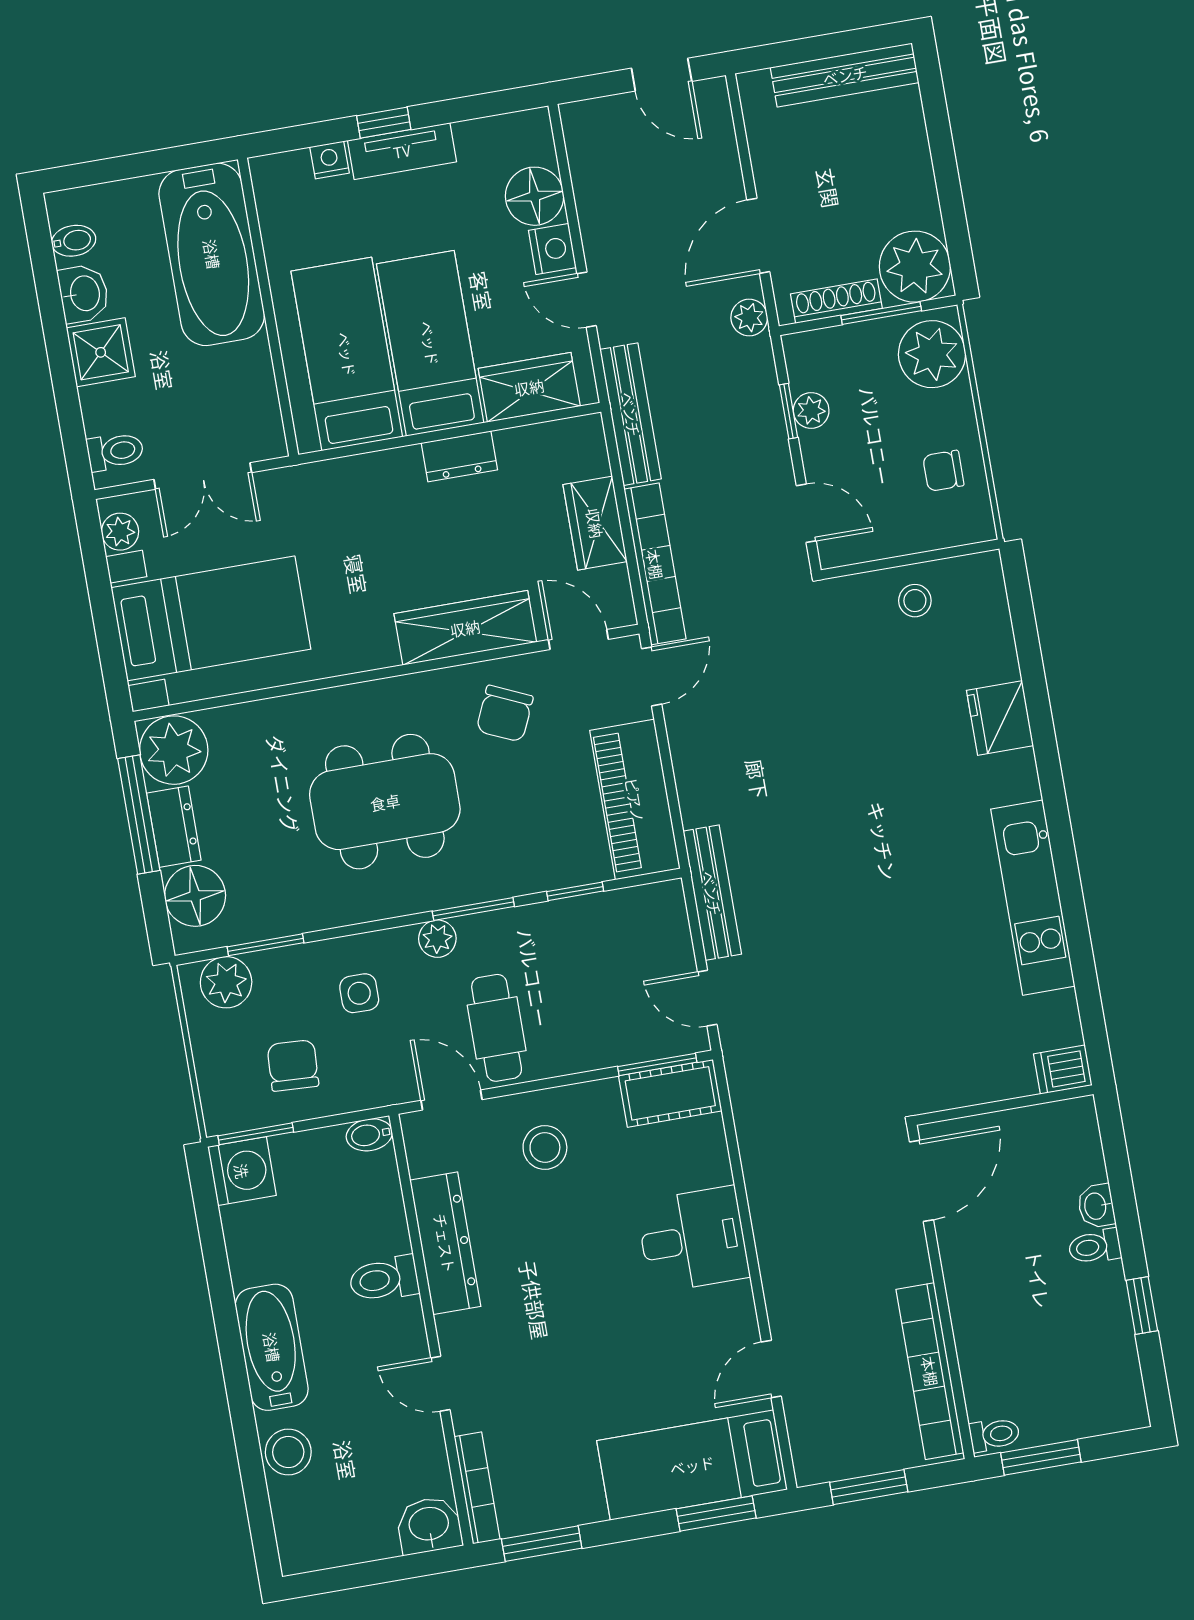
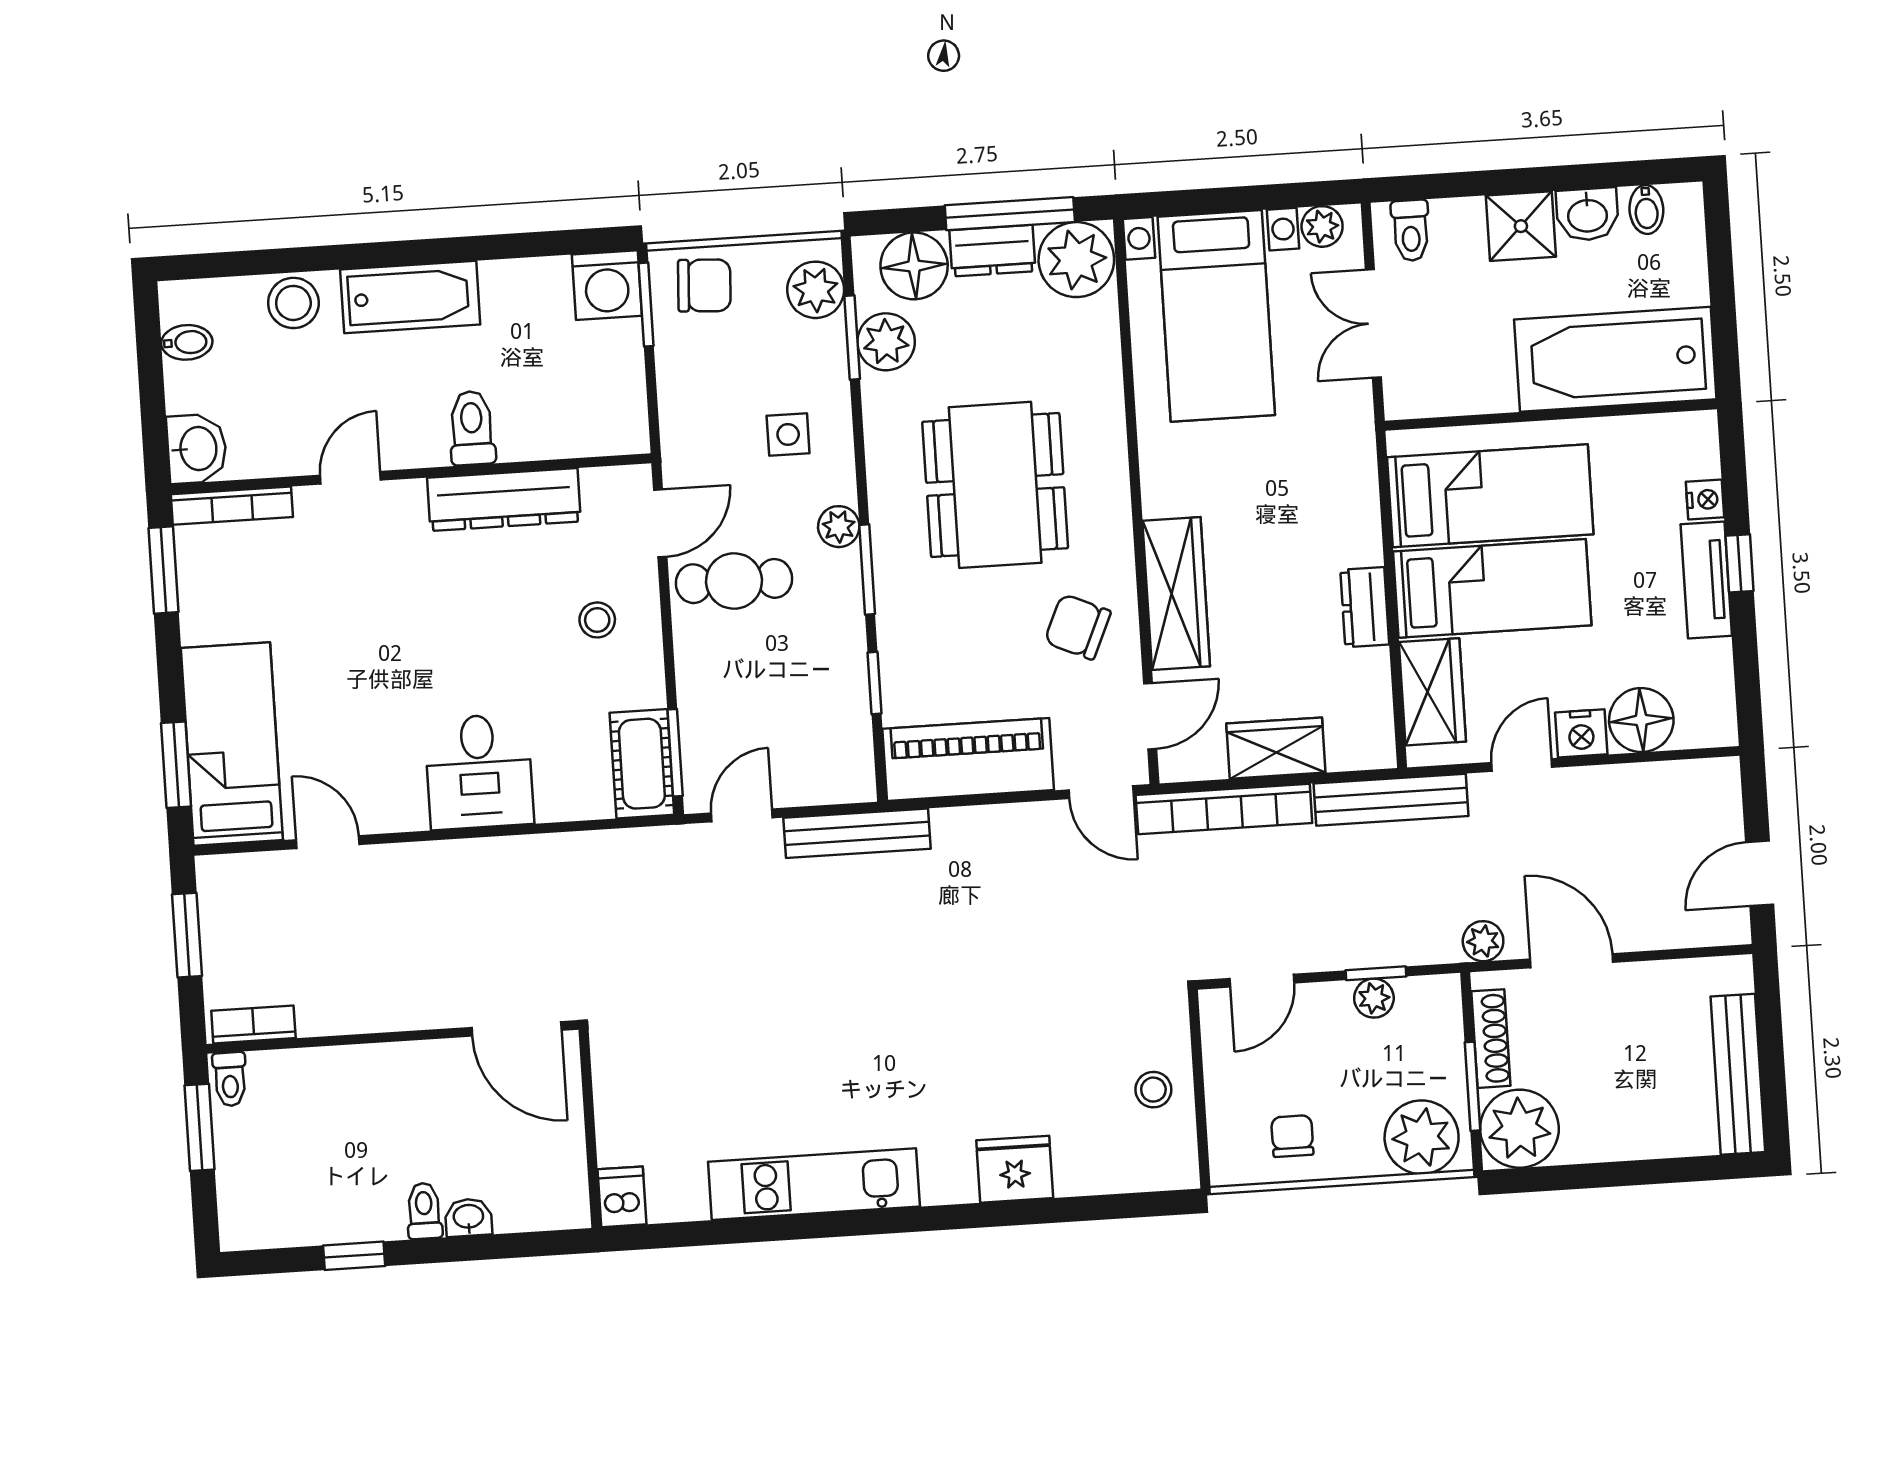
plant: (266, 914) -> (886, 342), added
chair: (293, 1065) -> (704, 285), moved
bidet: (369, 1135) -> (187, 342), moved, turned 90
stool: (545, 1148) -> (597, 620), width x0.73, depth x0.73
bookcase: (930, 1371) -> (253, 1024), width x0.43, depth x0.76

